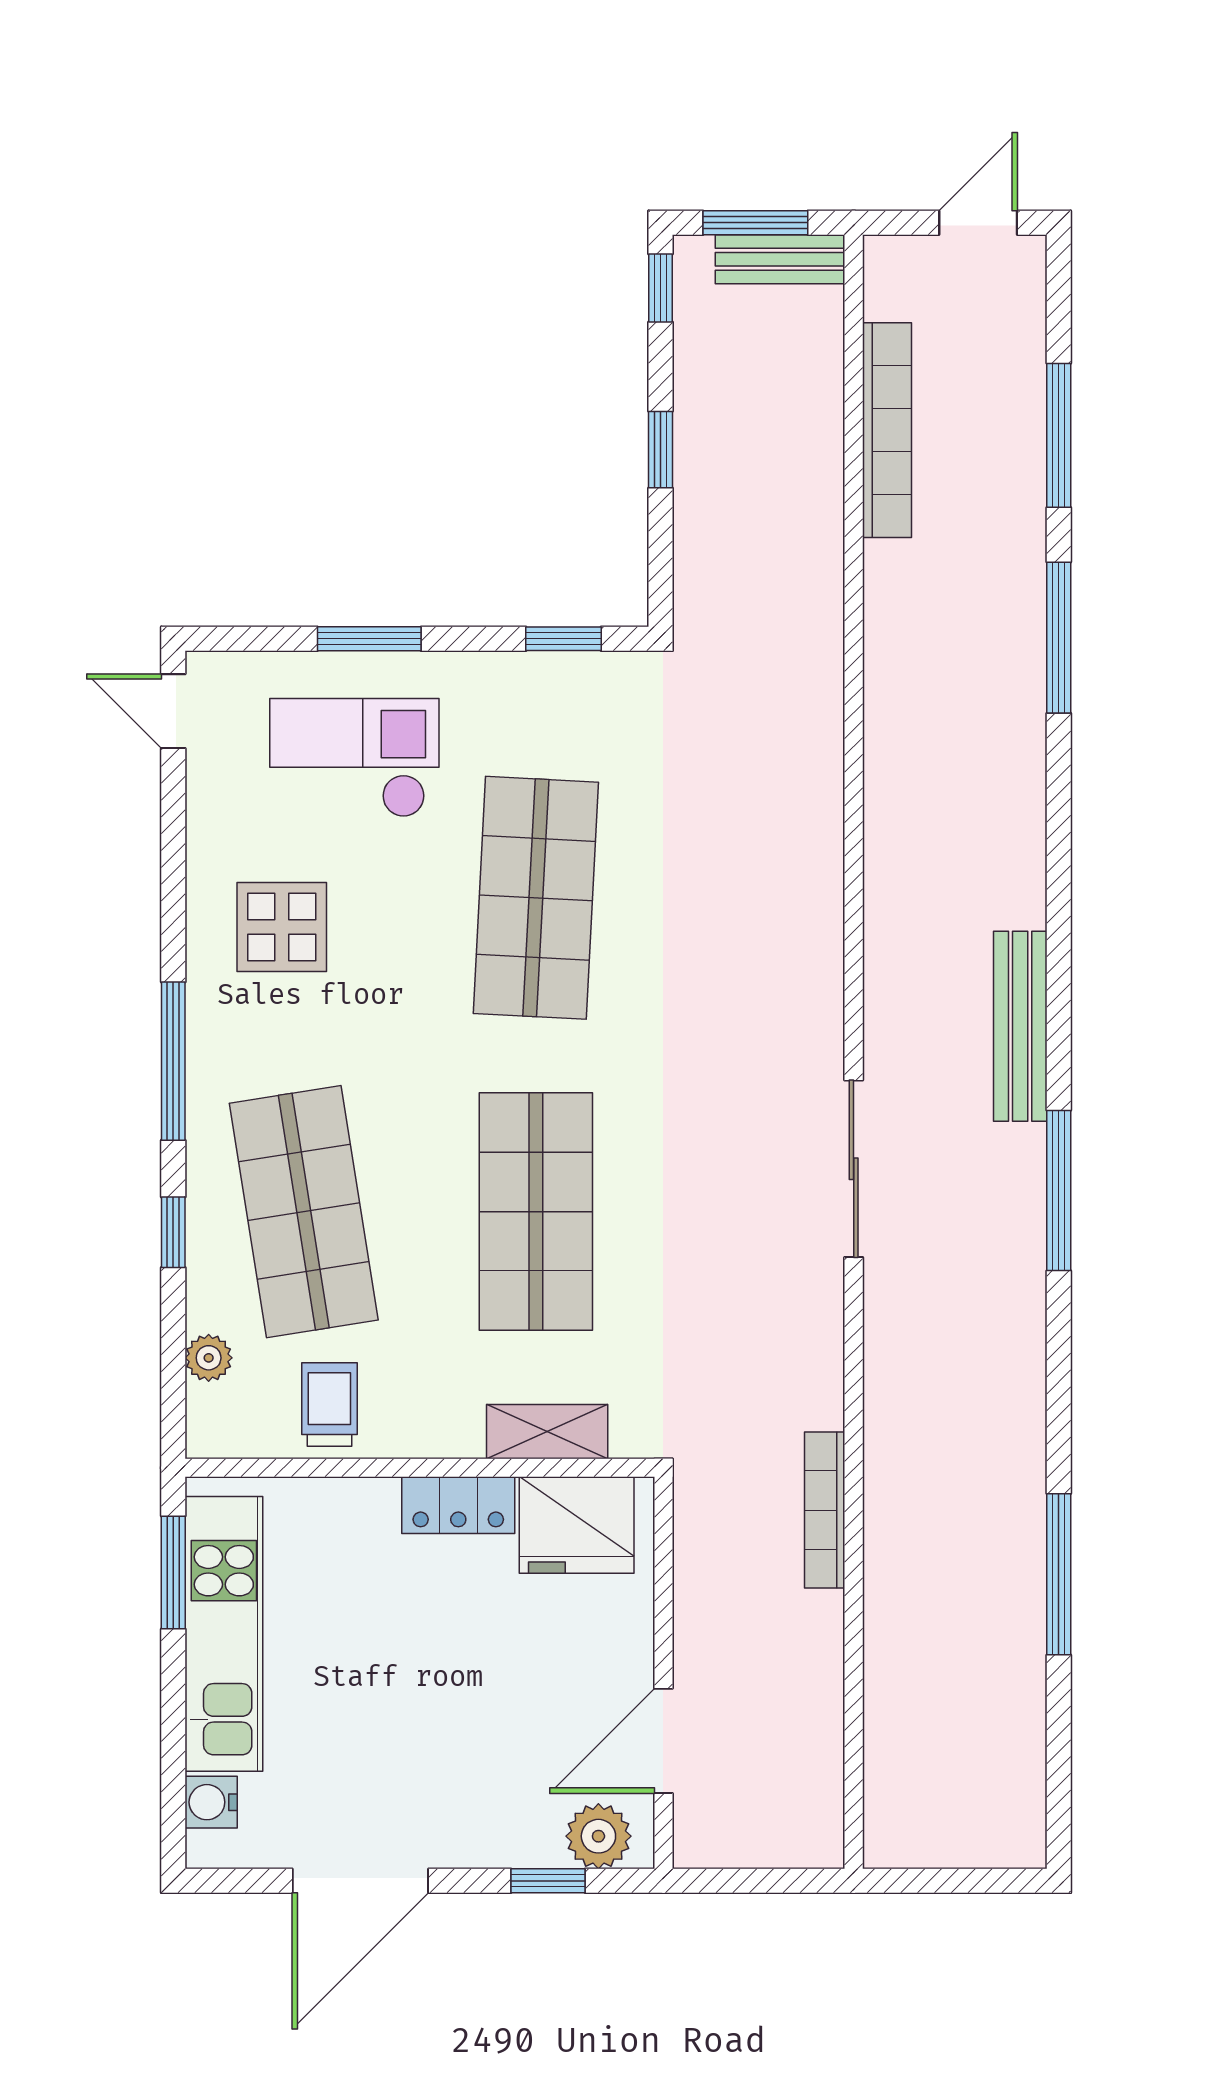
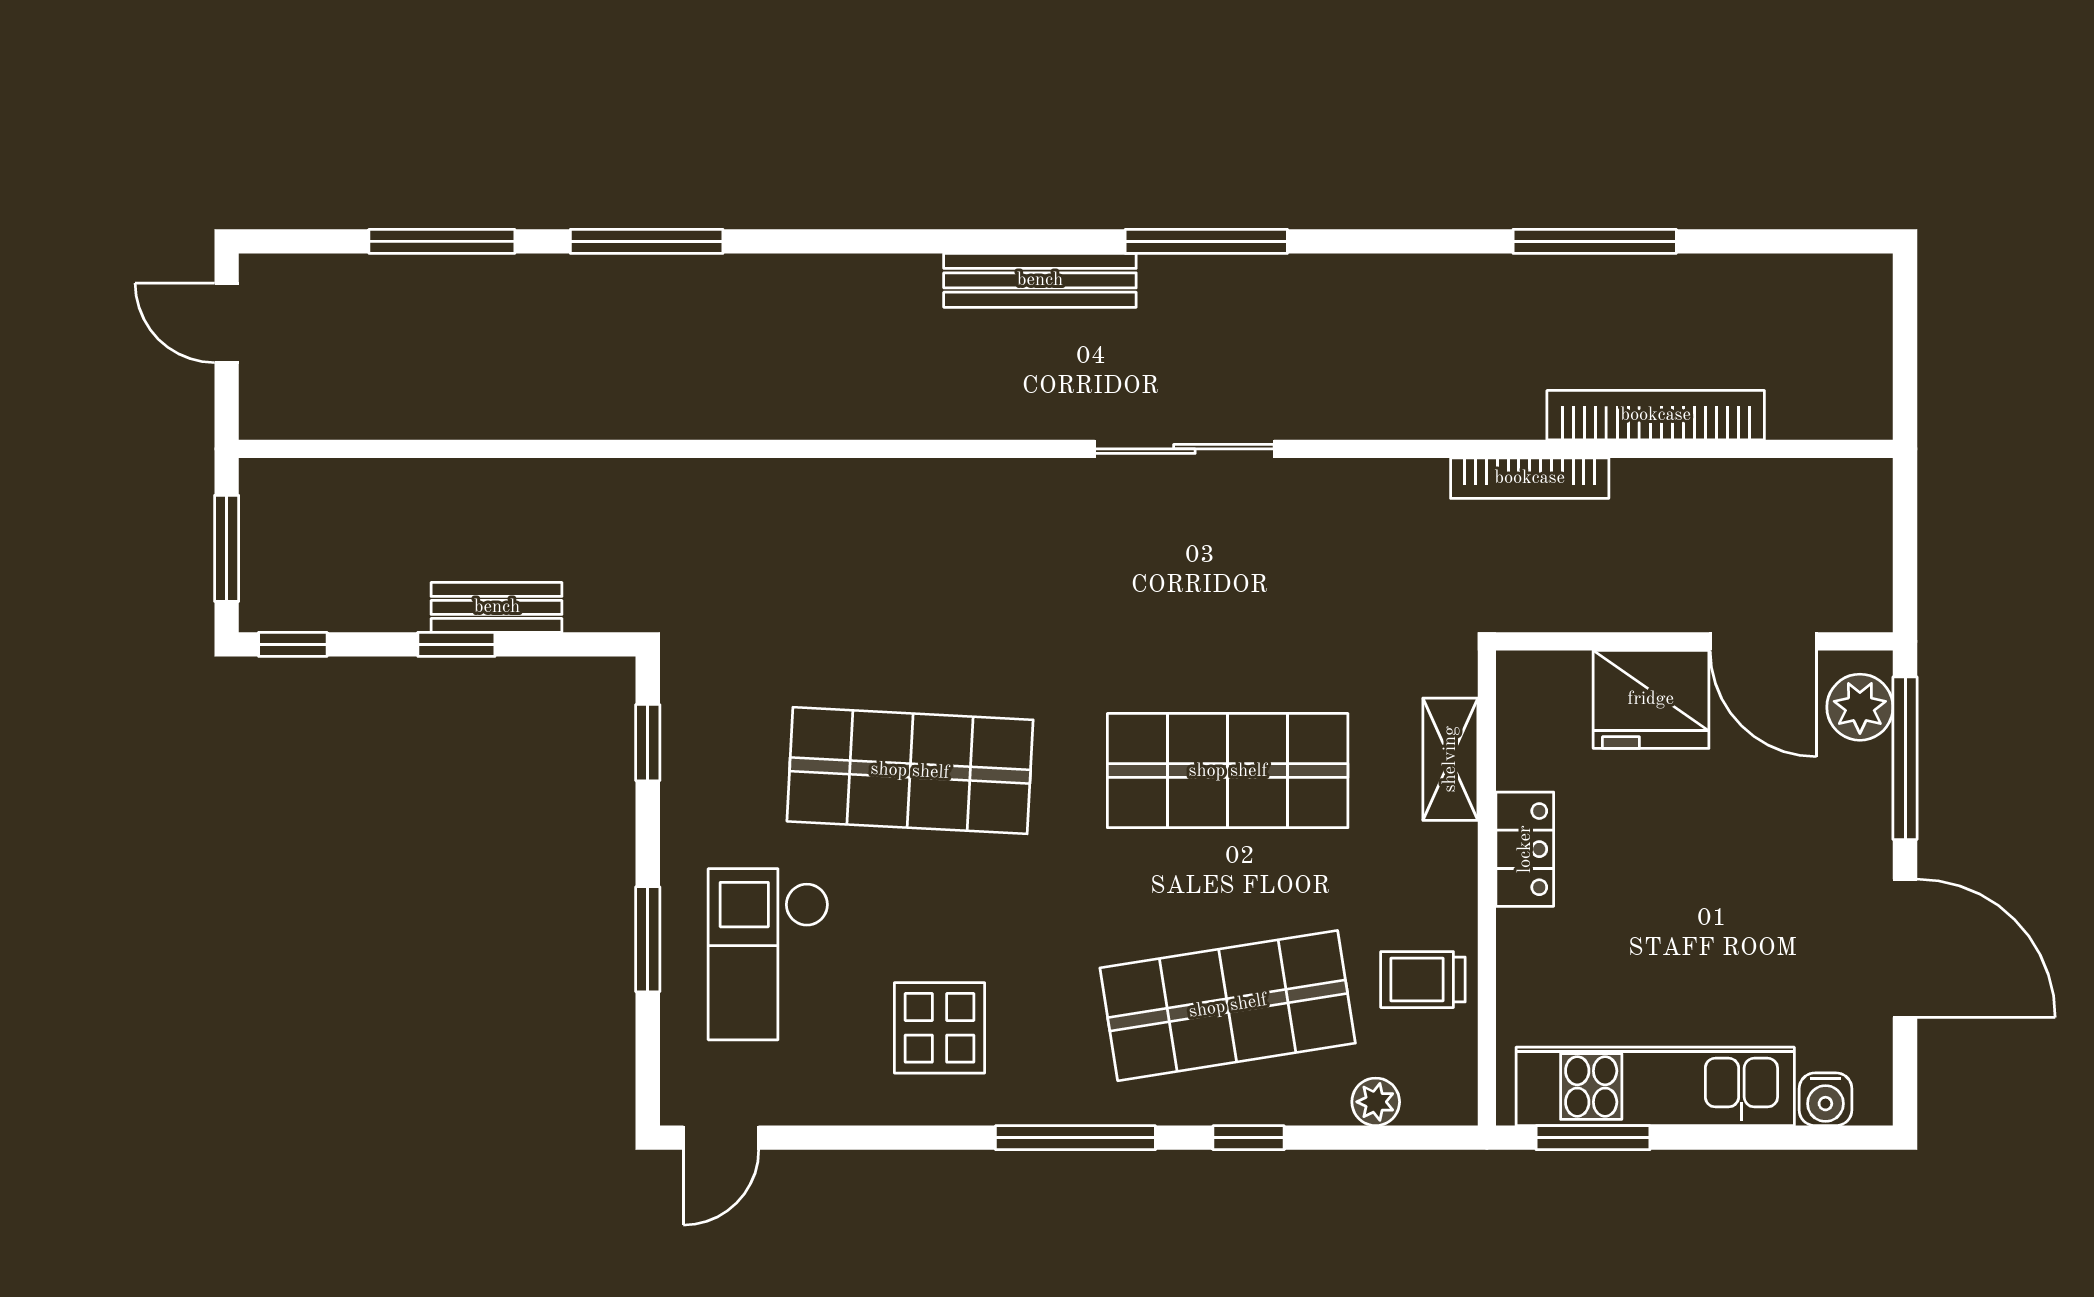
bench: (780, 259) -> (497, 607), moved, turned 90
bookcase: (887, 430) -> (1656, 415), moved
fridge: (577, 1525) -> (1651, 699), moved, turned 90
window: (548, 1881) -> (1905, 758), width x2.17

